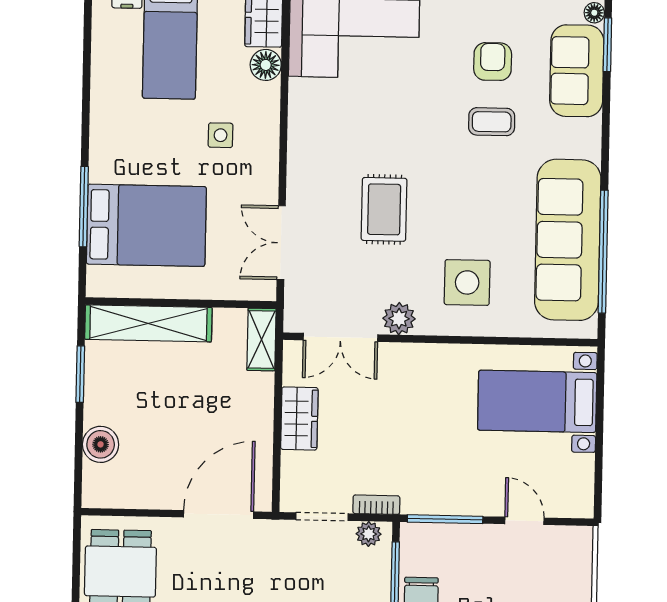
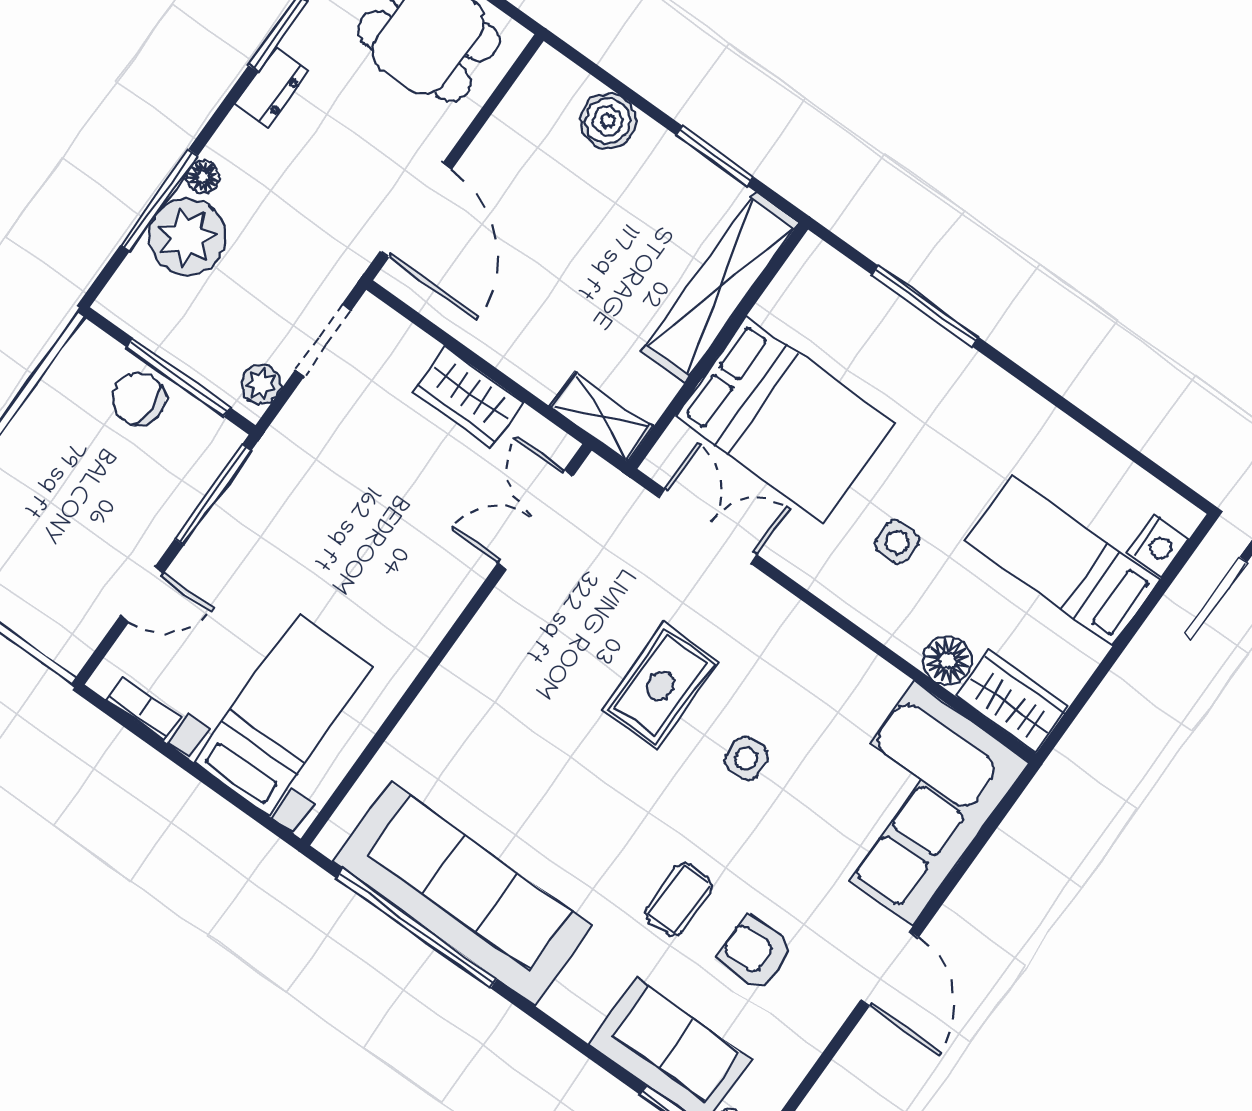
armchair: (493, 62) -> (755, 953), turned 180
rug: (384, 209) -> (661, 686), turned 90
bed: (146, 225) -> (785, 419), moved, turned -90
side table: (467, 282) -> (746, 758), moved, width x0.54, depth x0.54
plant: (399, 319) -> (509, 610), removed
bookcase: (376, 505) -> (143, 709), moved, turned -90

